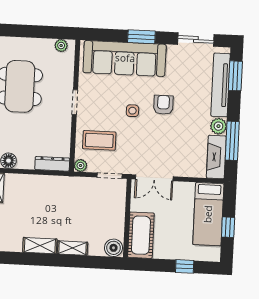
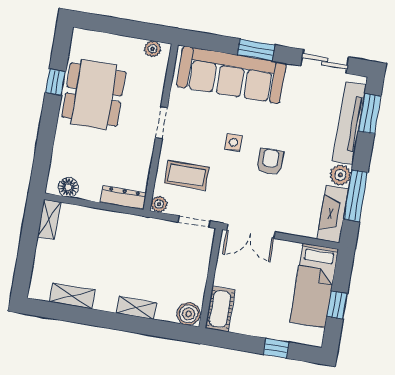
armchair: (163, 105) -> (270, 162), moved
cot: (141, 235) -> (220, 309), width x0.73, depth x0.75
shelving: (40, 246) -> (72, 296), moved

